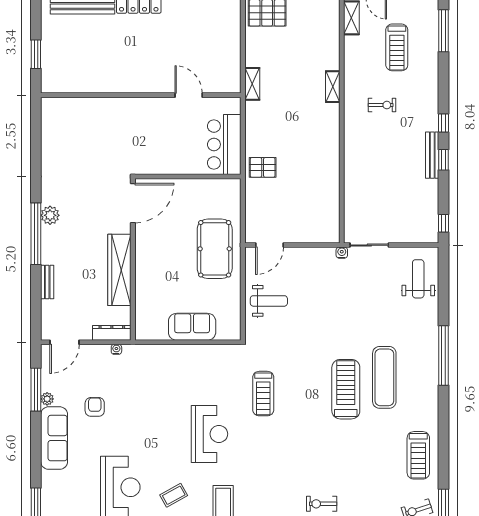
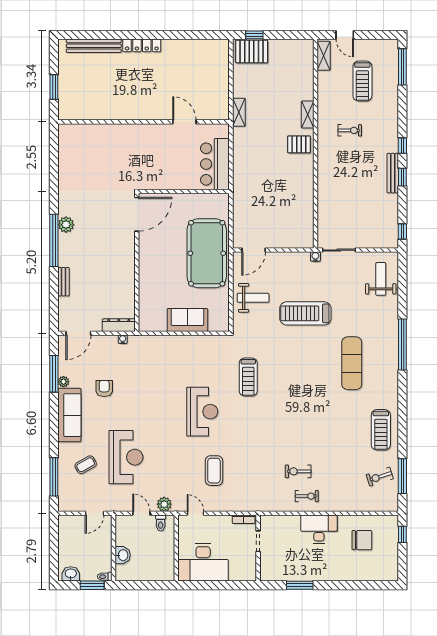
pallet: (263, 167) -> (299, 144), moved
pool table: (215, 249) -> (207, 253), width x1.36, depth x1.32
wardrobe: (119, 270) -> (125, 271), removed
treadmill: (346, 389) -> (305, 313), moved, turned -90
coffee table: (174, 495) -> (86, 465), moved

